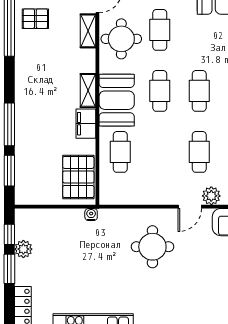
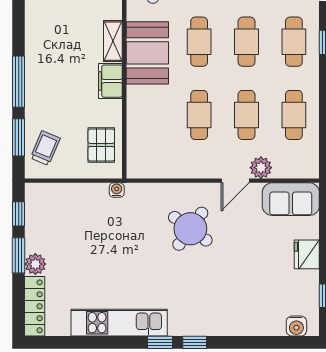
cafe table: (120, 152) -> (199, 115), moved
pallet: (78, 177) -> (101, 145), width x0.67, depth x0.71
trolley: (32, 180) -> (45, 148), added
round table: (152, 247) -> (190, 229), turned 36
plant: (23, 249) -> (35, 264), moved

